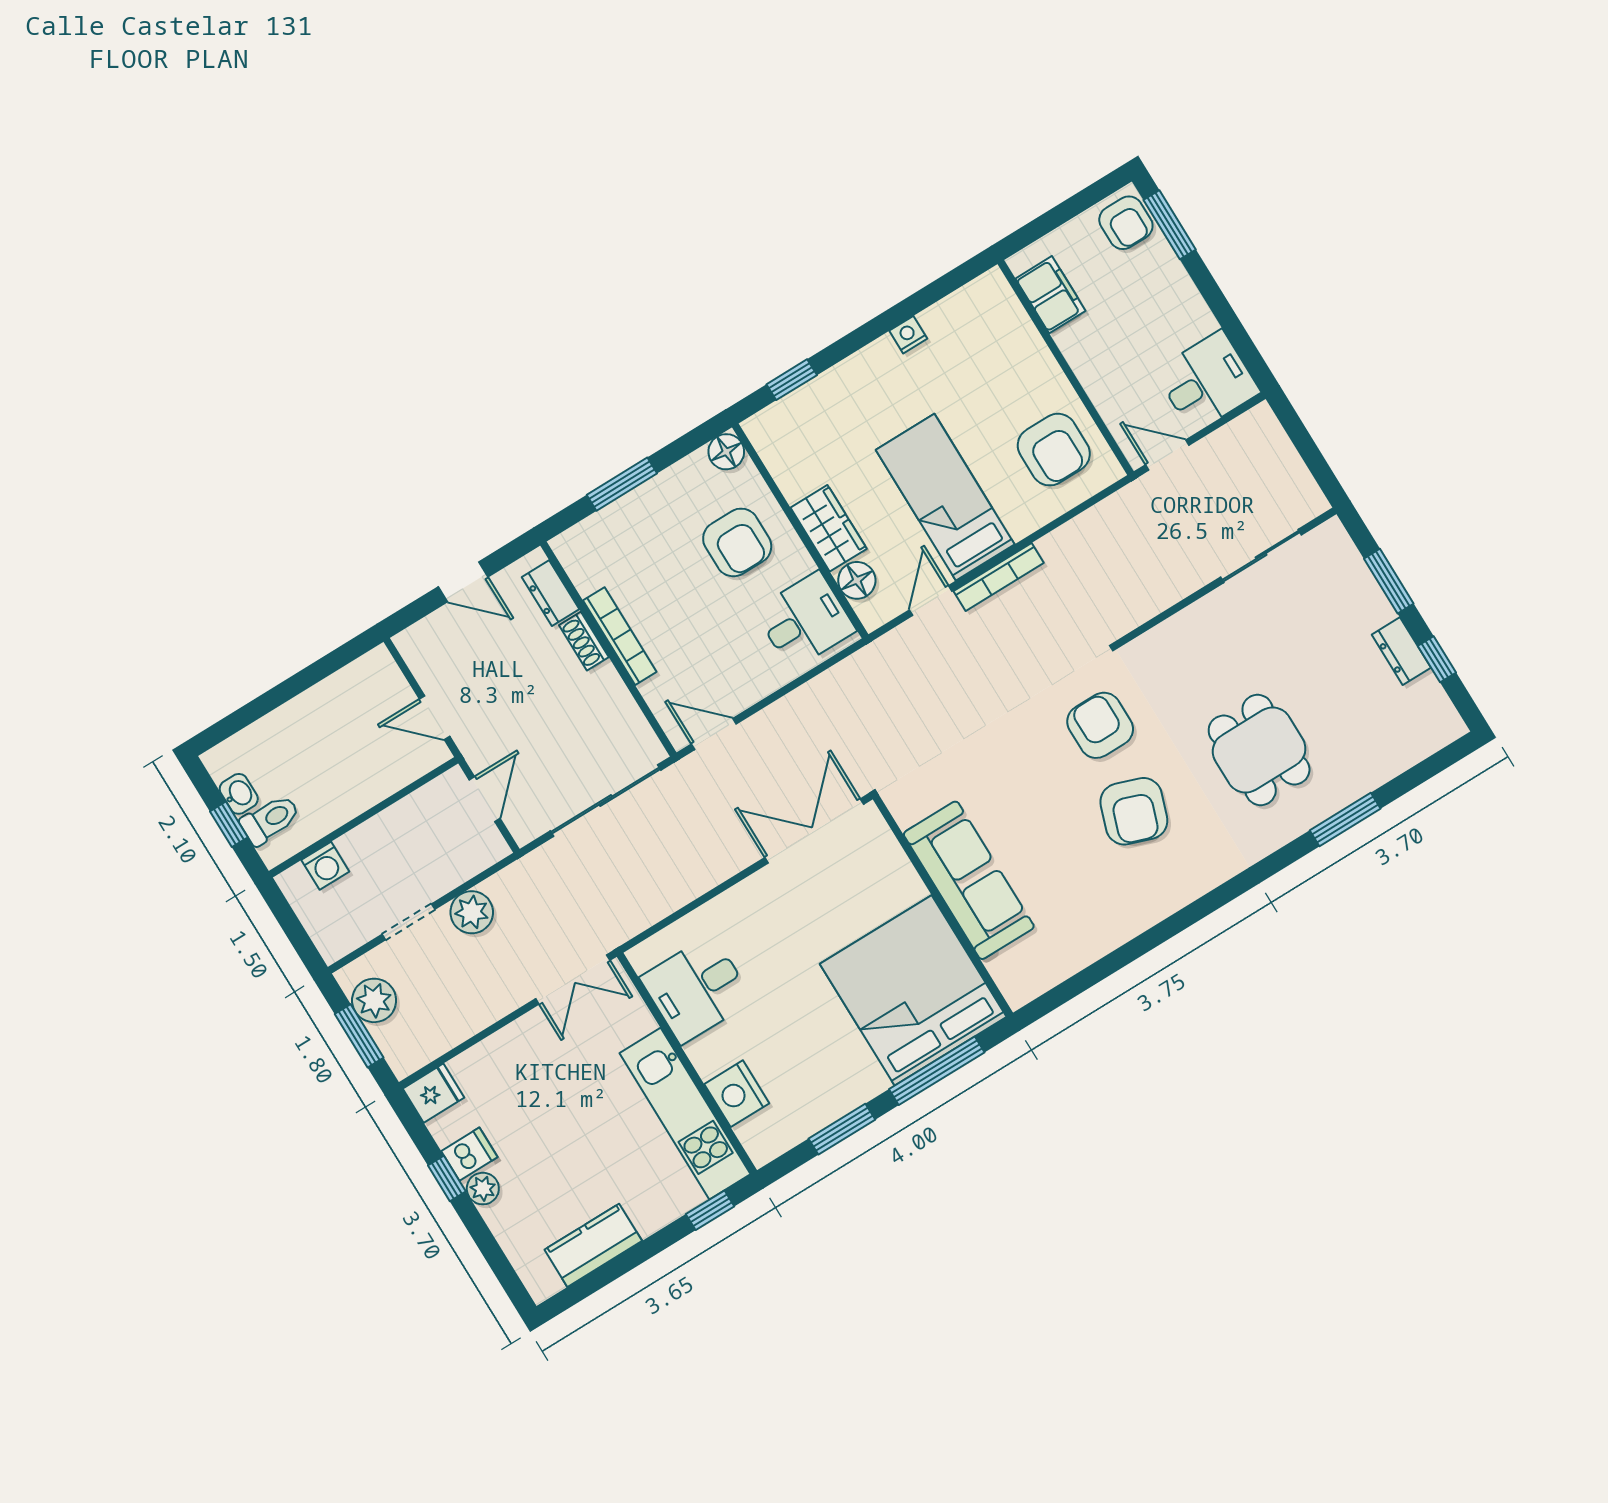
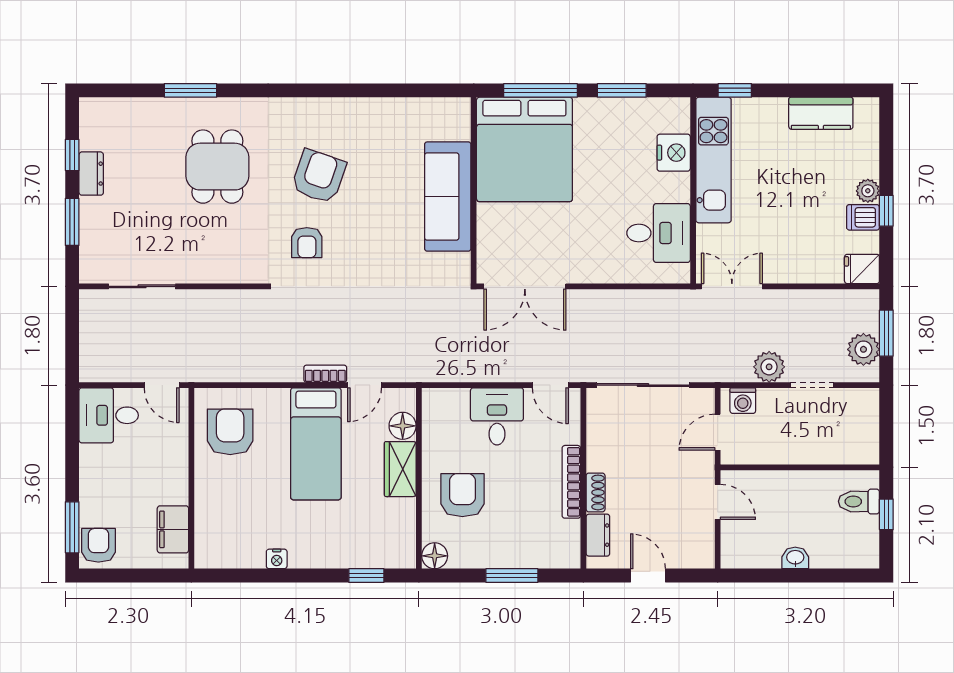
bookcase: (999, 577) -> (325, 374), width x0.64
desk: (805, 621) -> (497, 416), moved, turned 90
armchair: (1100, 725) -> (307, 243), width x0.72, depth x0.72
washbasin: (239, 794) -> (795, 558), moved, turned 90
washing machine: (325, 866) -> (743, 401), moved, turned 180

